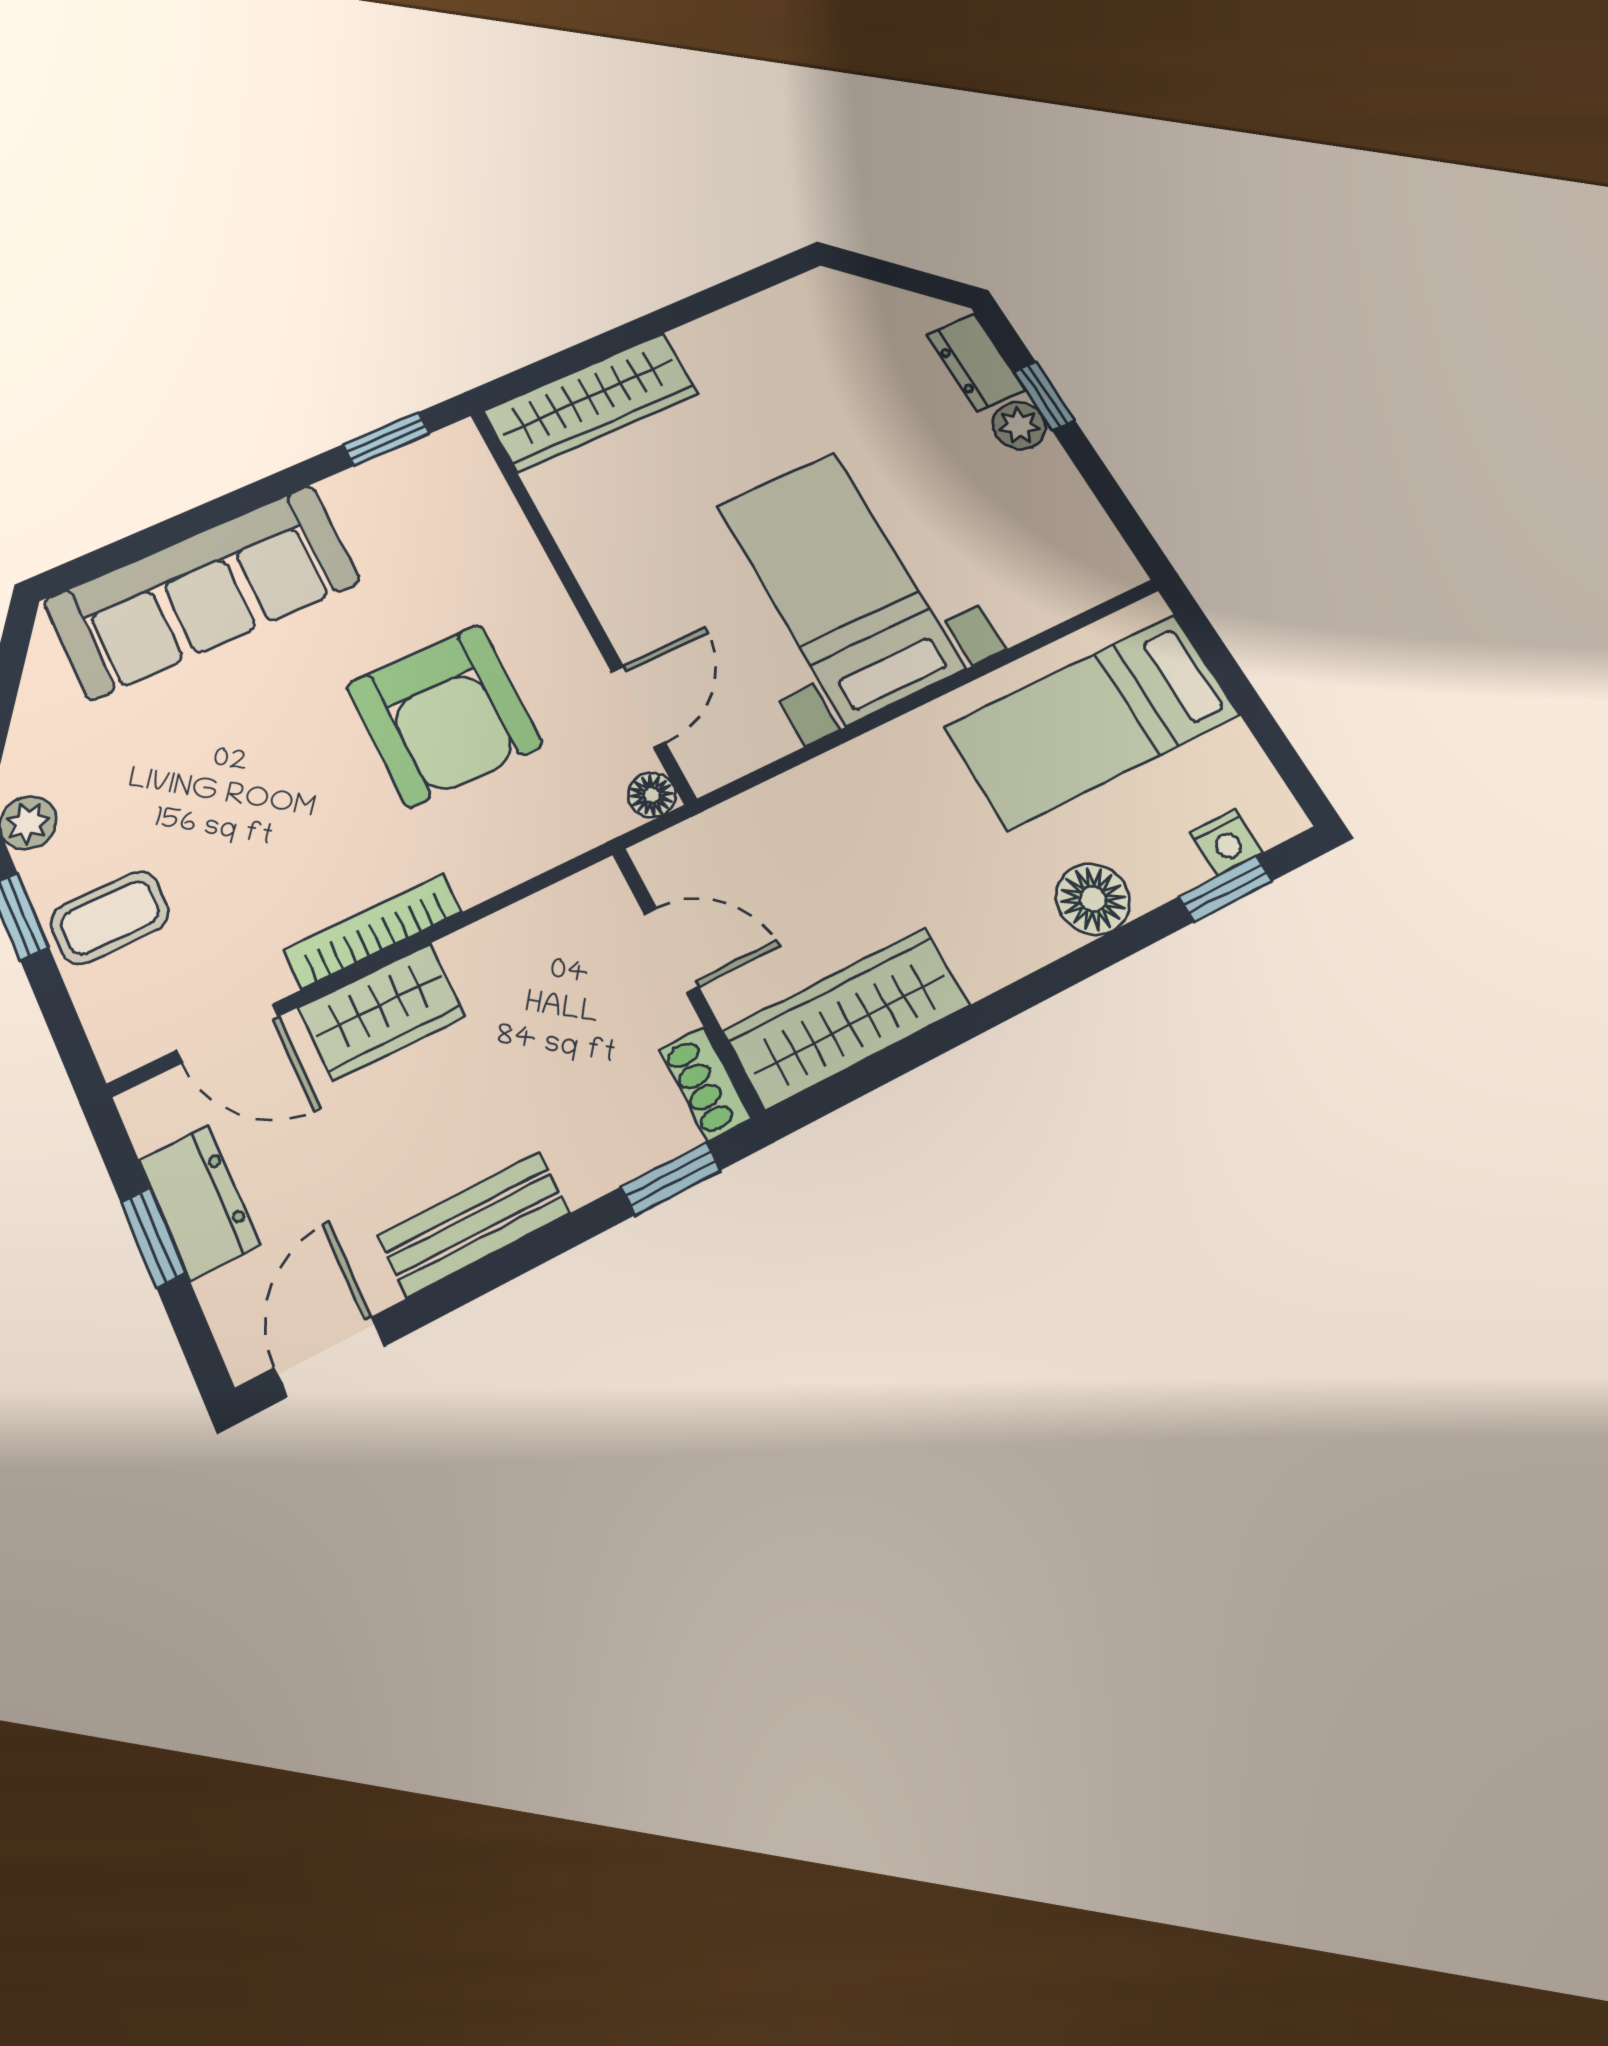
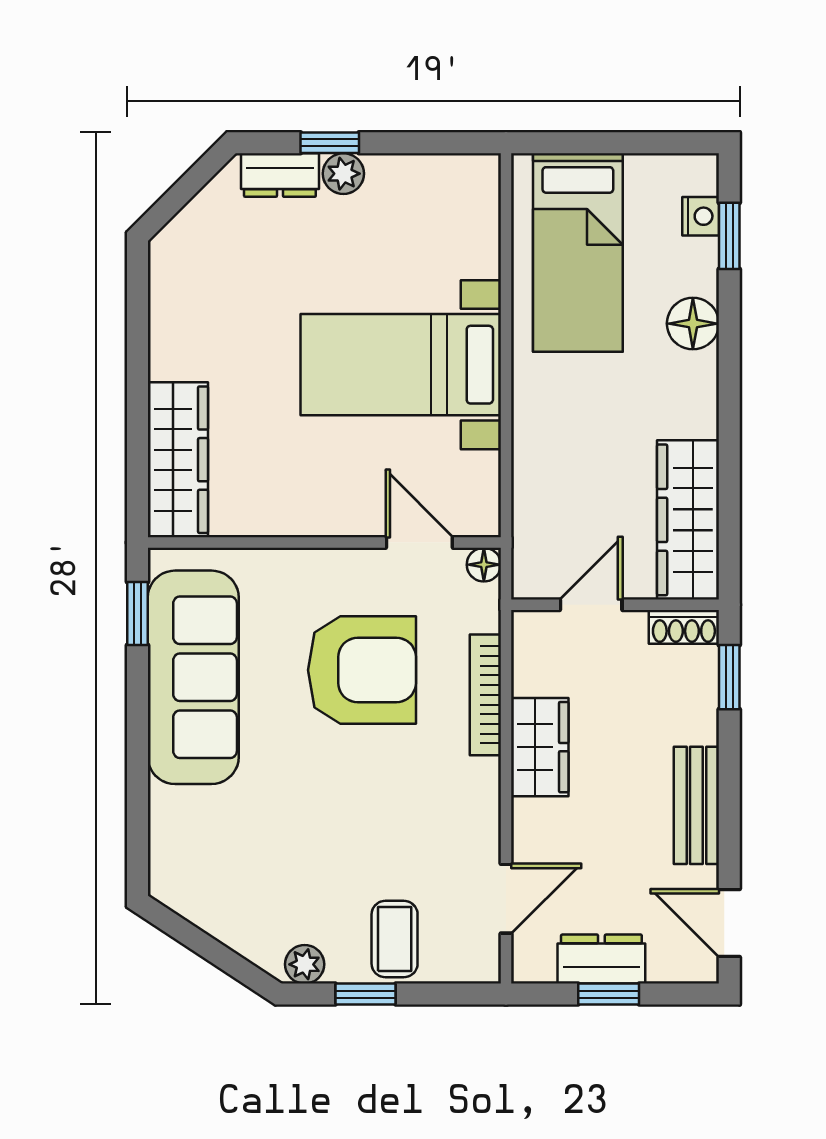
sofa: (203, 591) -> (193, 677), moved
bookcase: (373, 931) -> (485, 695), moved
wardrobe: (382, 1012) -> (540, 747), moved

